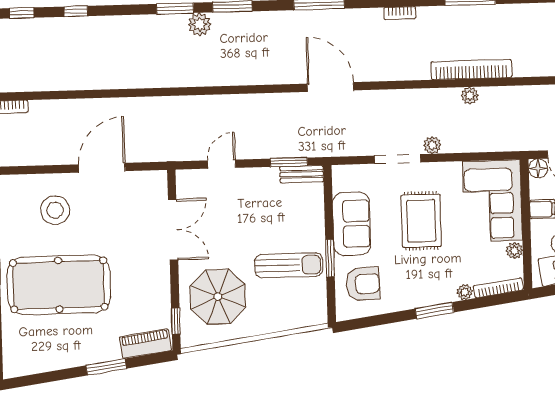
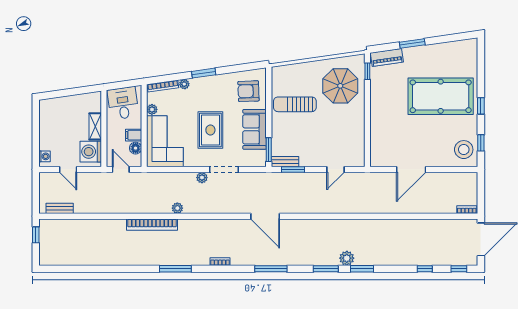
bookcase: (471, 70) -> (152, 225), moved
floor lamp: (538, 168) -> (136, 148), moved
stool: (55, 210) -> (464, 150), moved
double door: (173, 230) -> (367, 129), removed
window: (330, 258) -> (269, 150), moved

